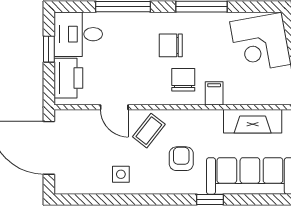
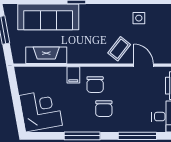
chair: (171, 45) -> (104, 109), turned 90
armchair: (181, 159) -> (96, 29), removed

